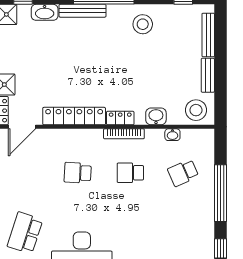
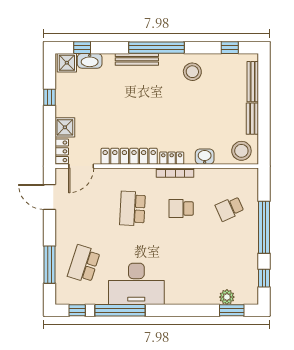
washbasin: (45, 12) -> (90, 61), moved
washbasin: (172, 135) -> (220, 173), removed
school desk: (78, 173) -> (132, 209), width x1.85

